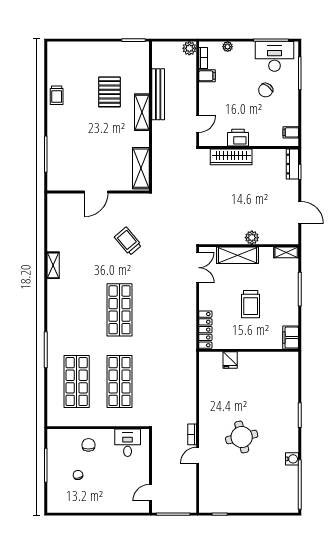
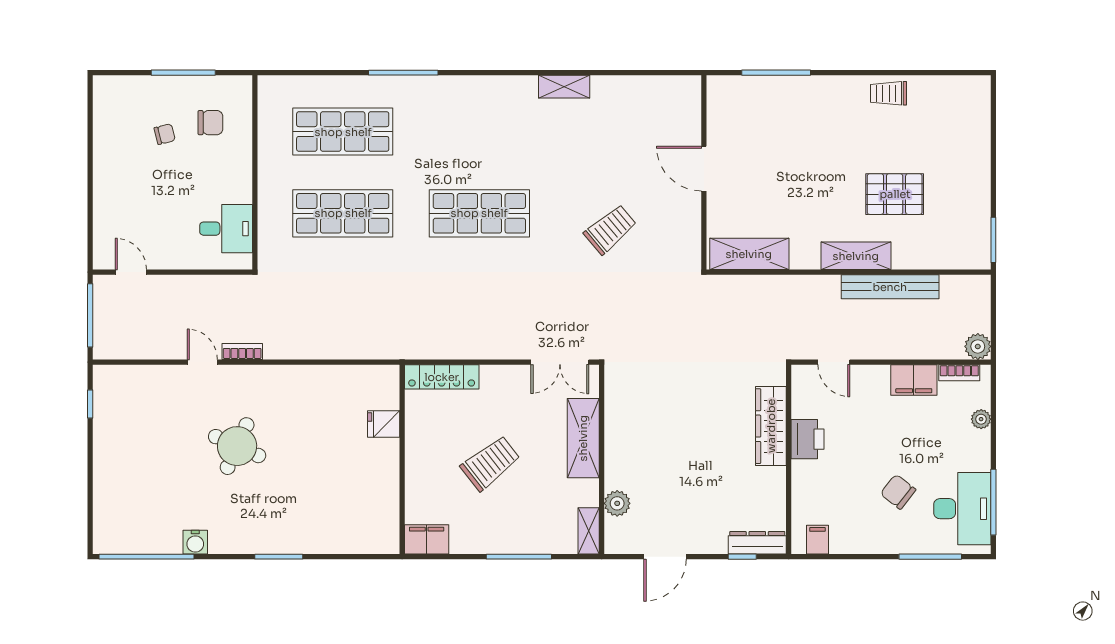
filing cabinet: (207, 76) -> (914, 380), width x2.00
plant: (252, 238) -> (617, 503), moved
trolley: (251, 304) -> (490, 463), turned 142
round table: (242, 437) -> (237, 446), turned 37
chair: (88, 445) -> (210, 123), moved

